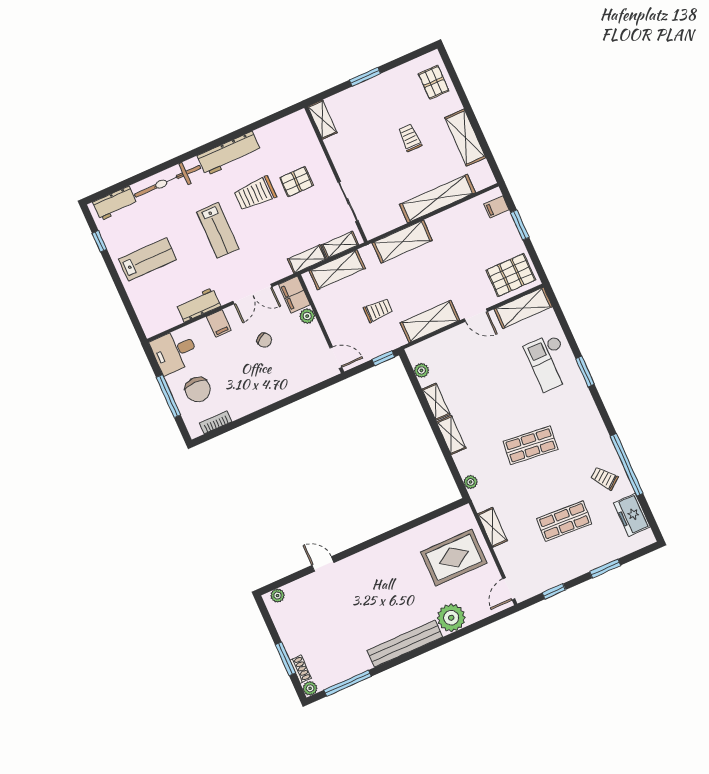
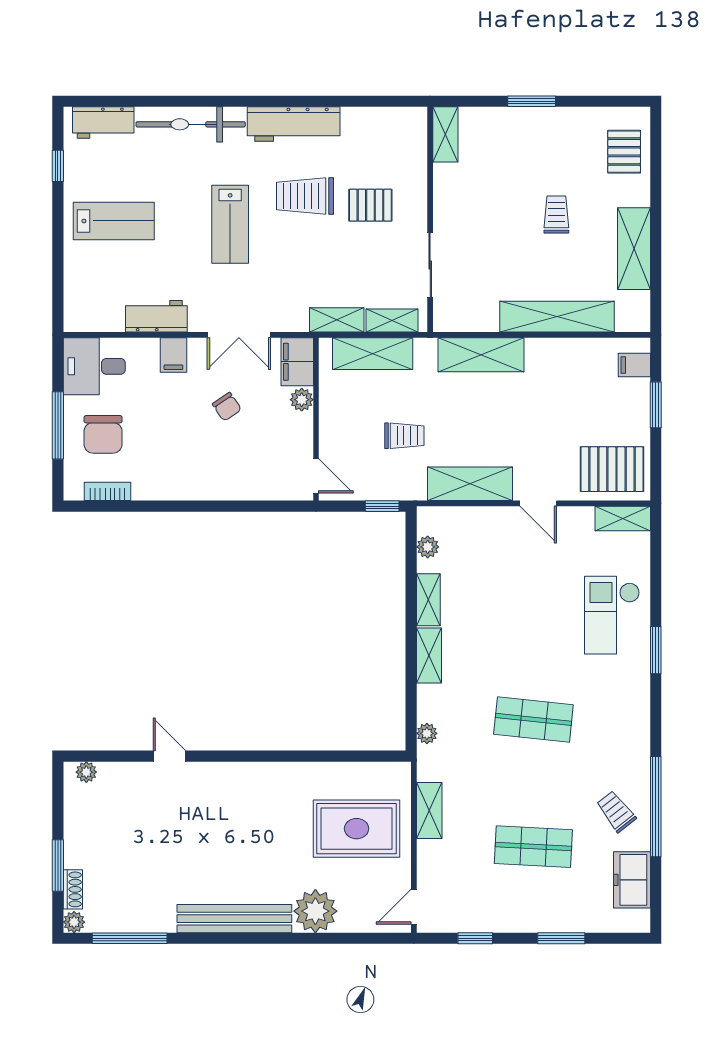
shelving: (523, 308) -> (623, 519), width x0.67, depth x0.75

